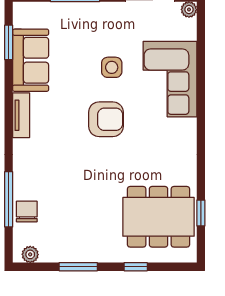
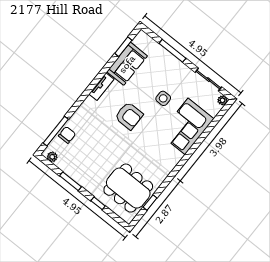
armchair: (106, 119) -> (129, 116), moved
window: (9, 199) -> (56, 131), moved

